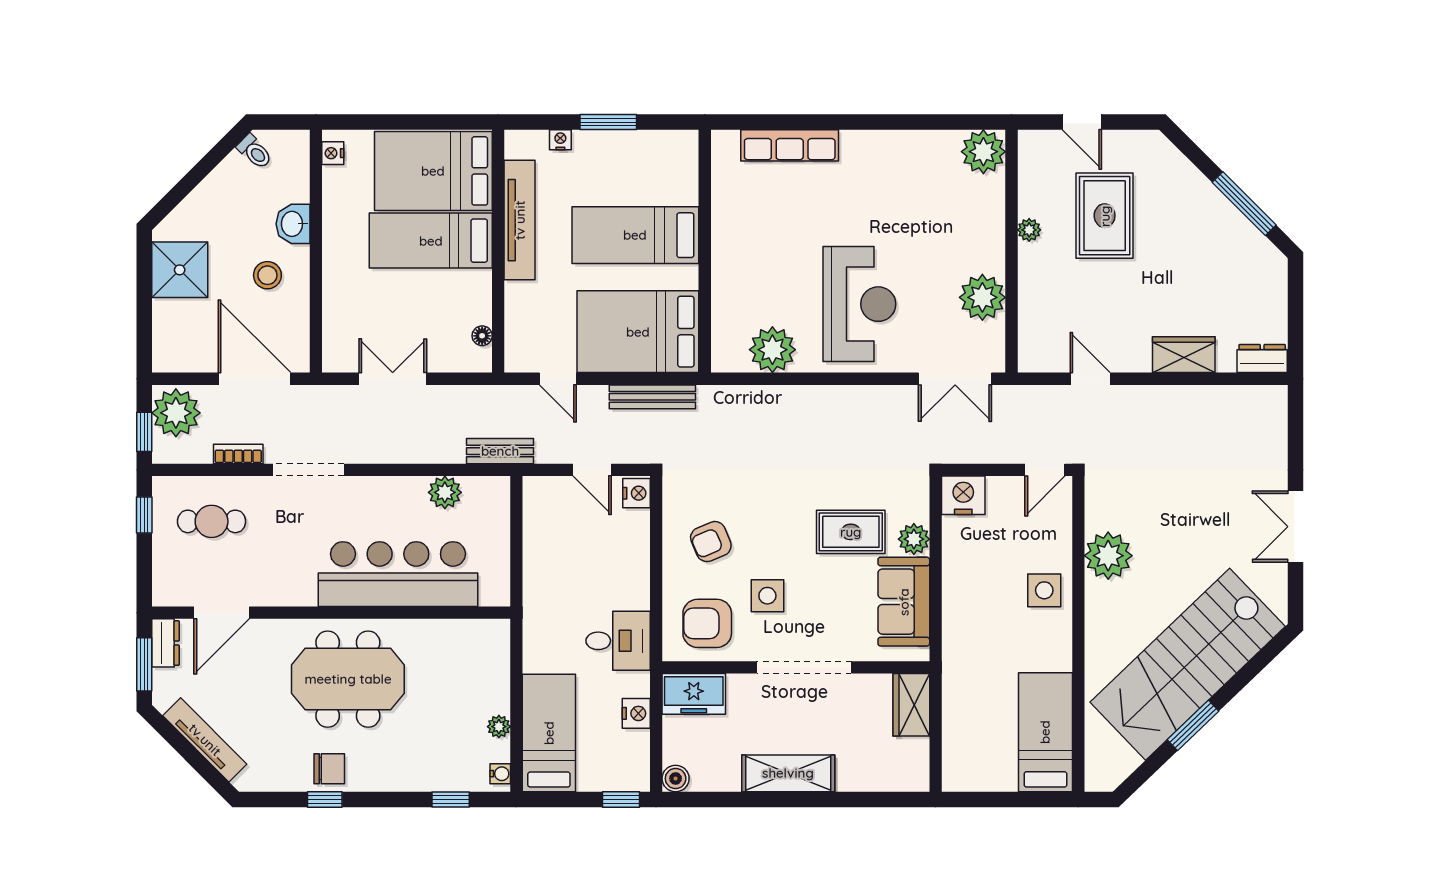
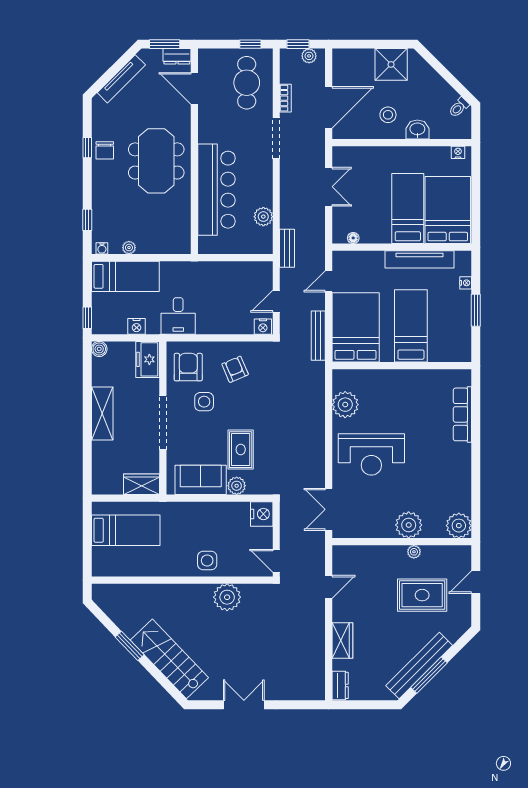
bench: (1227, 221) -> (419, 665), added
plant: (982, 297) -> (409, 525), moved
plant: (176, 413) -> (309, 56), width x0.53, depth x0.53
cafe table: (212, 521) -> (247, 83), width x1.37, depth x1.35
stairs: (1188, 664) -> (169, 659), width x0.73, depth x0.66
bed: (1045, 732) -> (126, 530), moved

